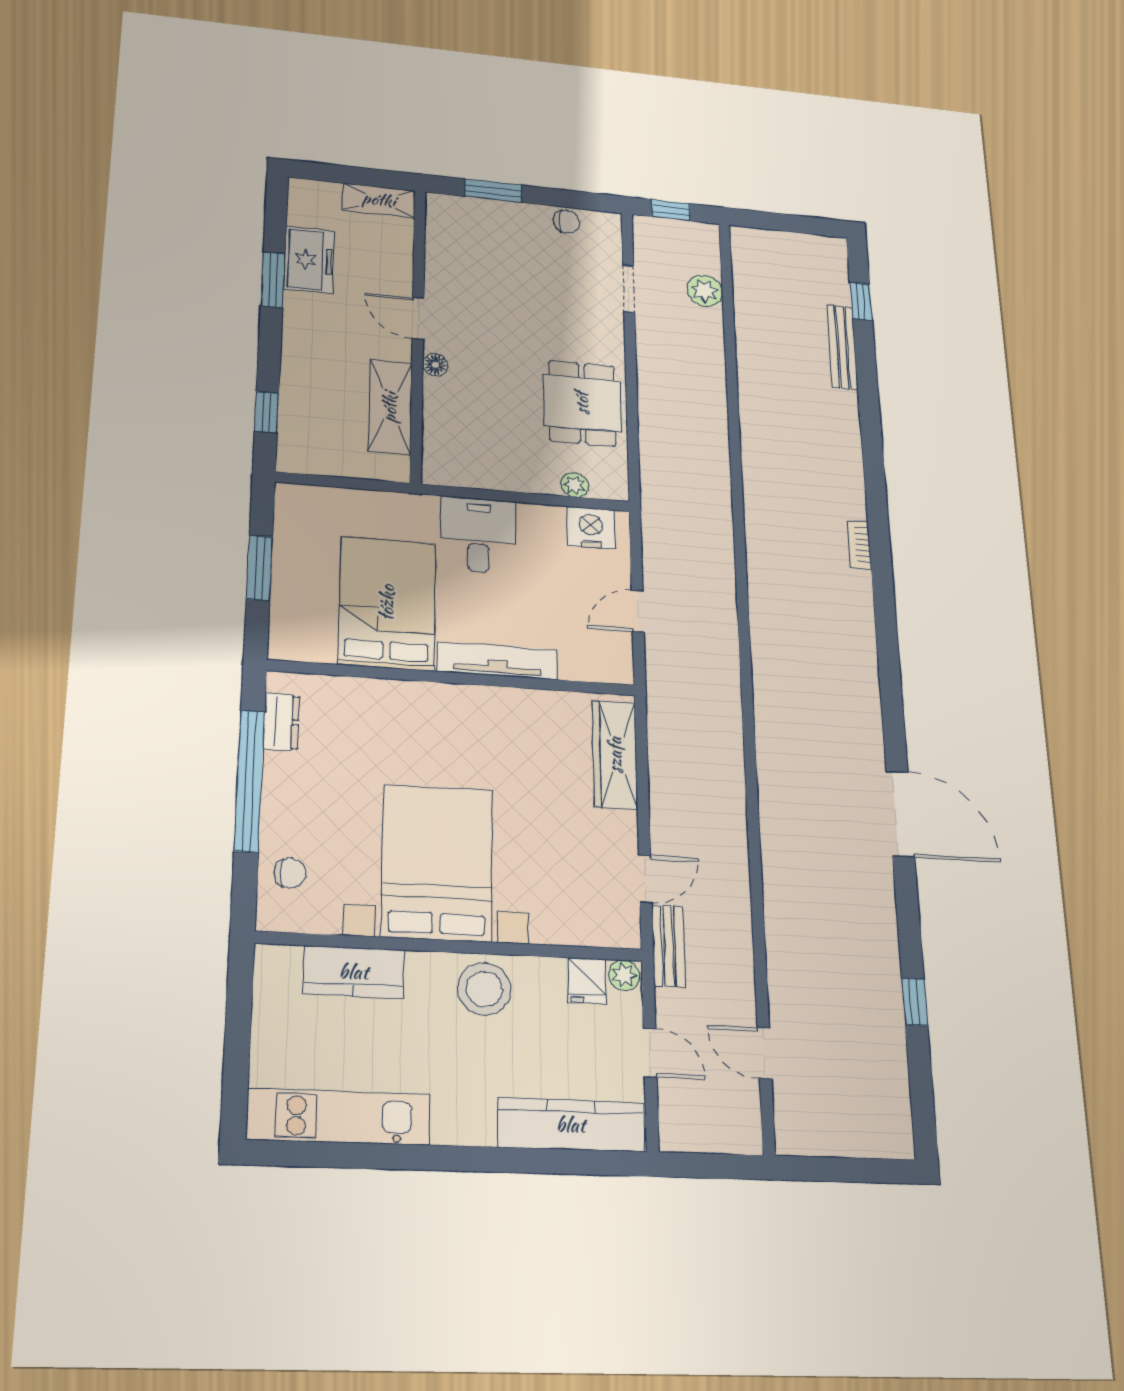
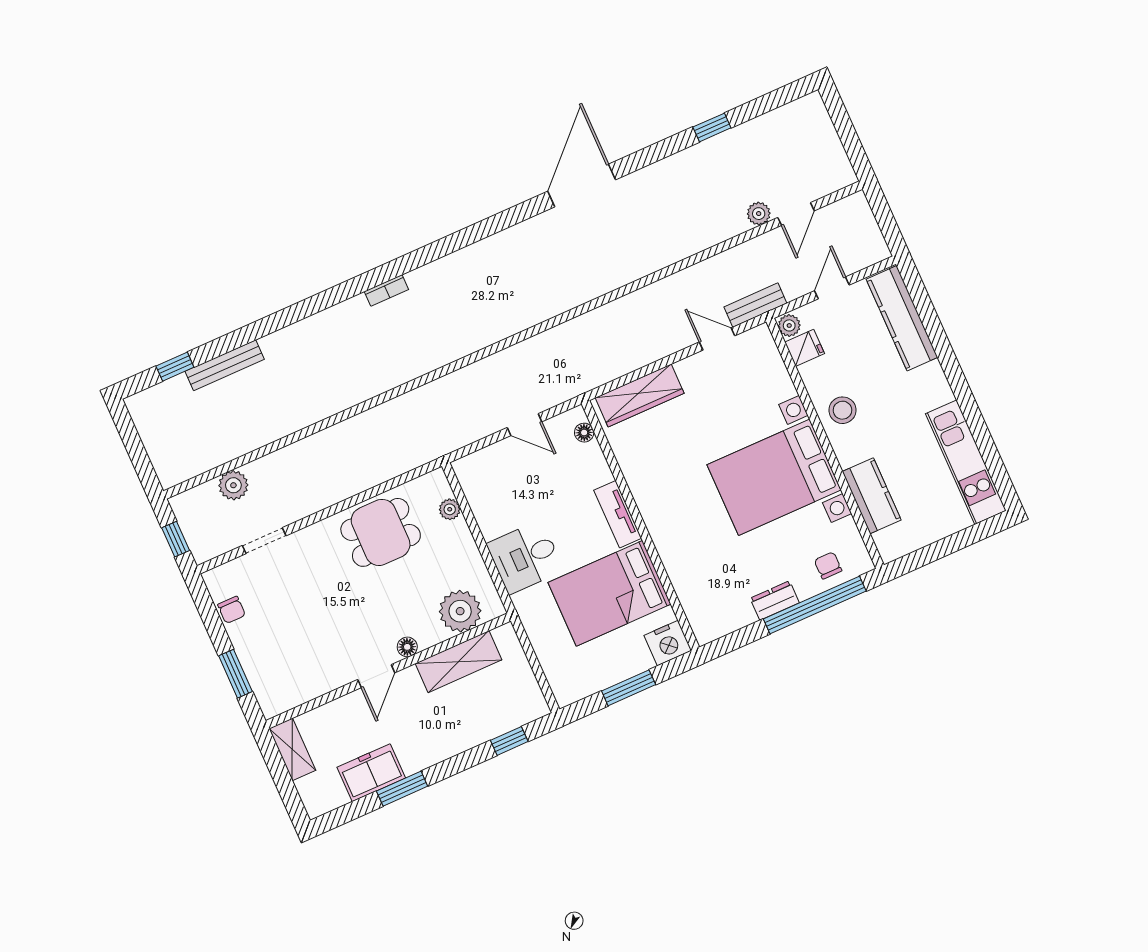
chair: (567, 222) -> (232, 610), turned 180
plant: (449, 437) -> (460, 611), added
nightstand: (591, 528) -> (668, 643), moved, turned -90
tv unit: (497, 661) -> (618, 514), width x0.71
floor lamp: (598, 671) -> (584, 433), added
dresser: (281, 722) -> (775, 600), moved
window: (250, 781) -> (815, 605), moved
stool: (484, 989) -> (842, 410), width x0.73, depth x0.73
plant: (784, 1007) -> (759, 214), added

